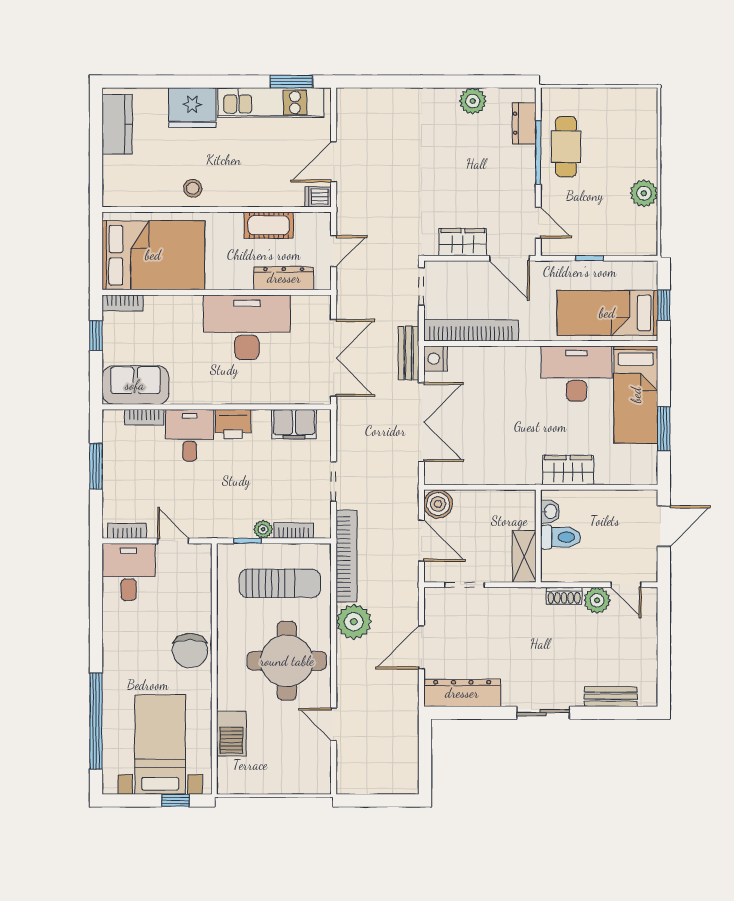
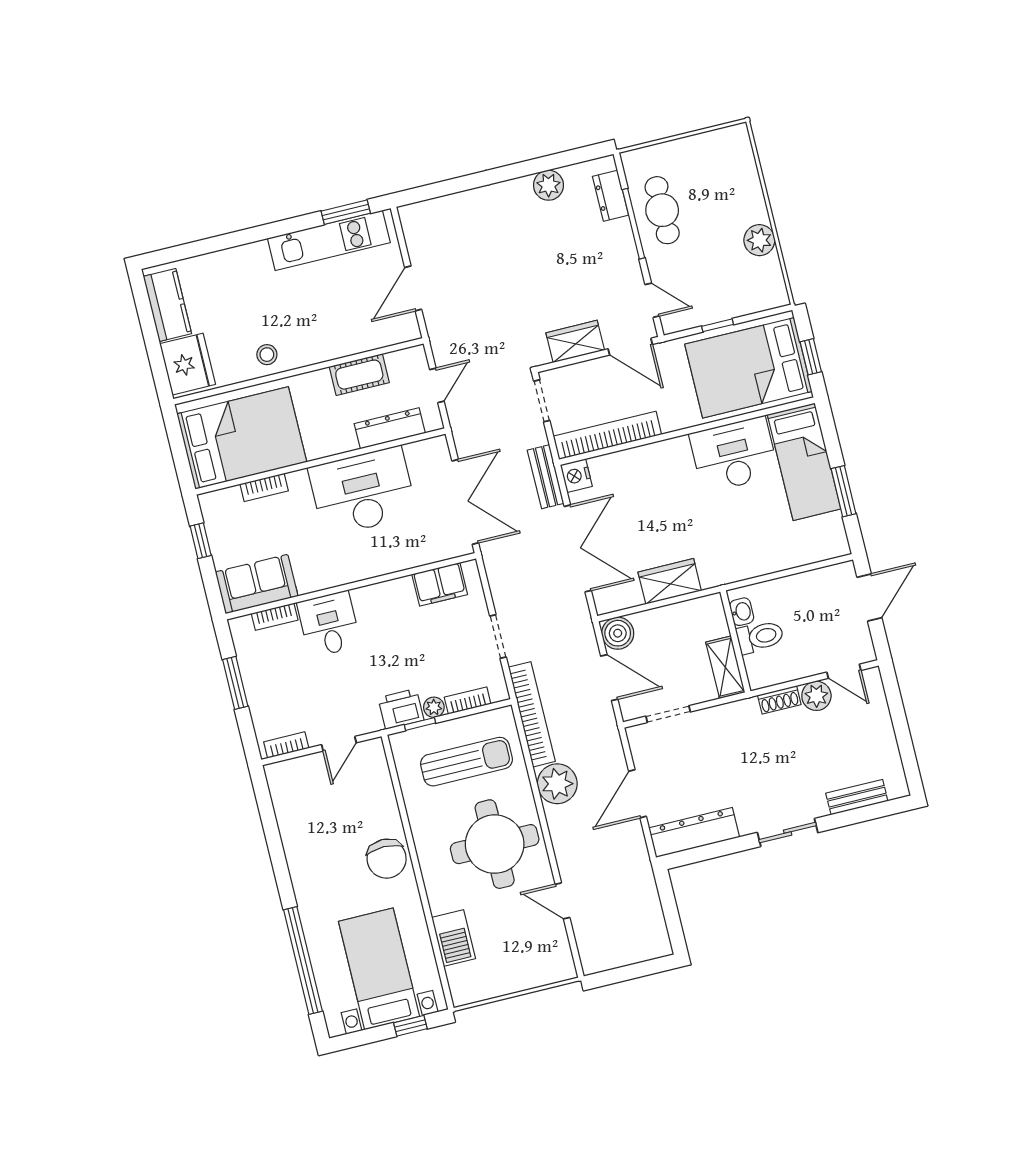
fridge: (192, 108) -> (188, 364), moved, turned -90
dishwasher: (318, 197) -> (405, 331), removed
bookcase: (122, 303) -> (264, 487), moved
bed: (607, 313) -> (748, 368), width x1.50
printer: (233, 424) -> (401, 709), moved, turned 180
wardrobe: (568, 470) -> (670, 581), moved
door: (173, 541) -> (339, 744), swing flipped
desk: (129, 572) -> (299, 789), removed

